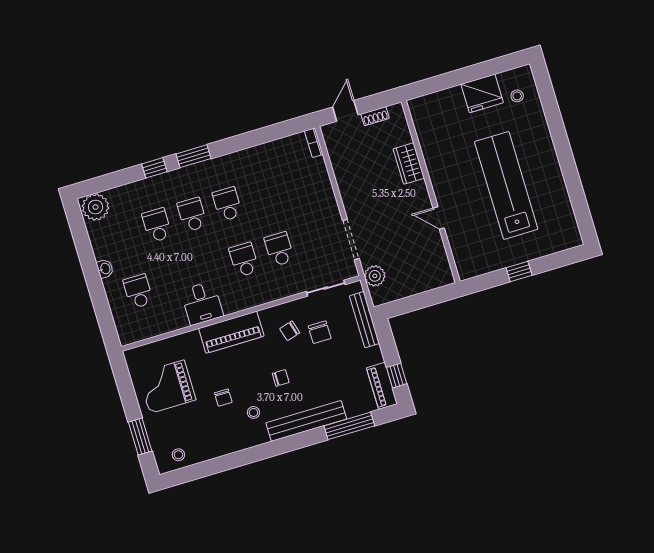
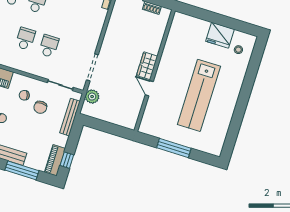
wardrobe: (409, 163) -> (147, 66), moved
lab bench: (506, 185) -> (199, 95), turned 180
window: (519, 272) -> (174, 148), width x2.17

